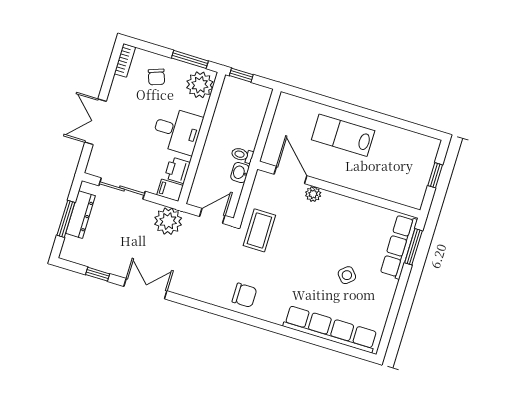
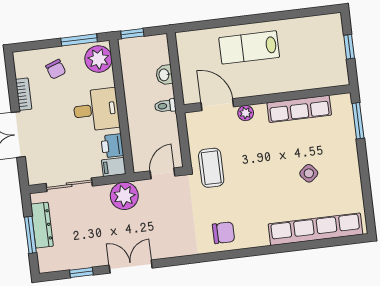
bookcase: (125, 60) -> (24, 94), moved
washbasin: (240, 173) -> (164, 75), moved
row of seats: (399, 247) -> (299, 109), moved, turned -90

